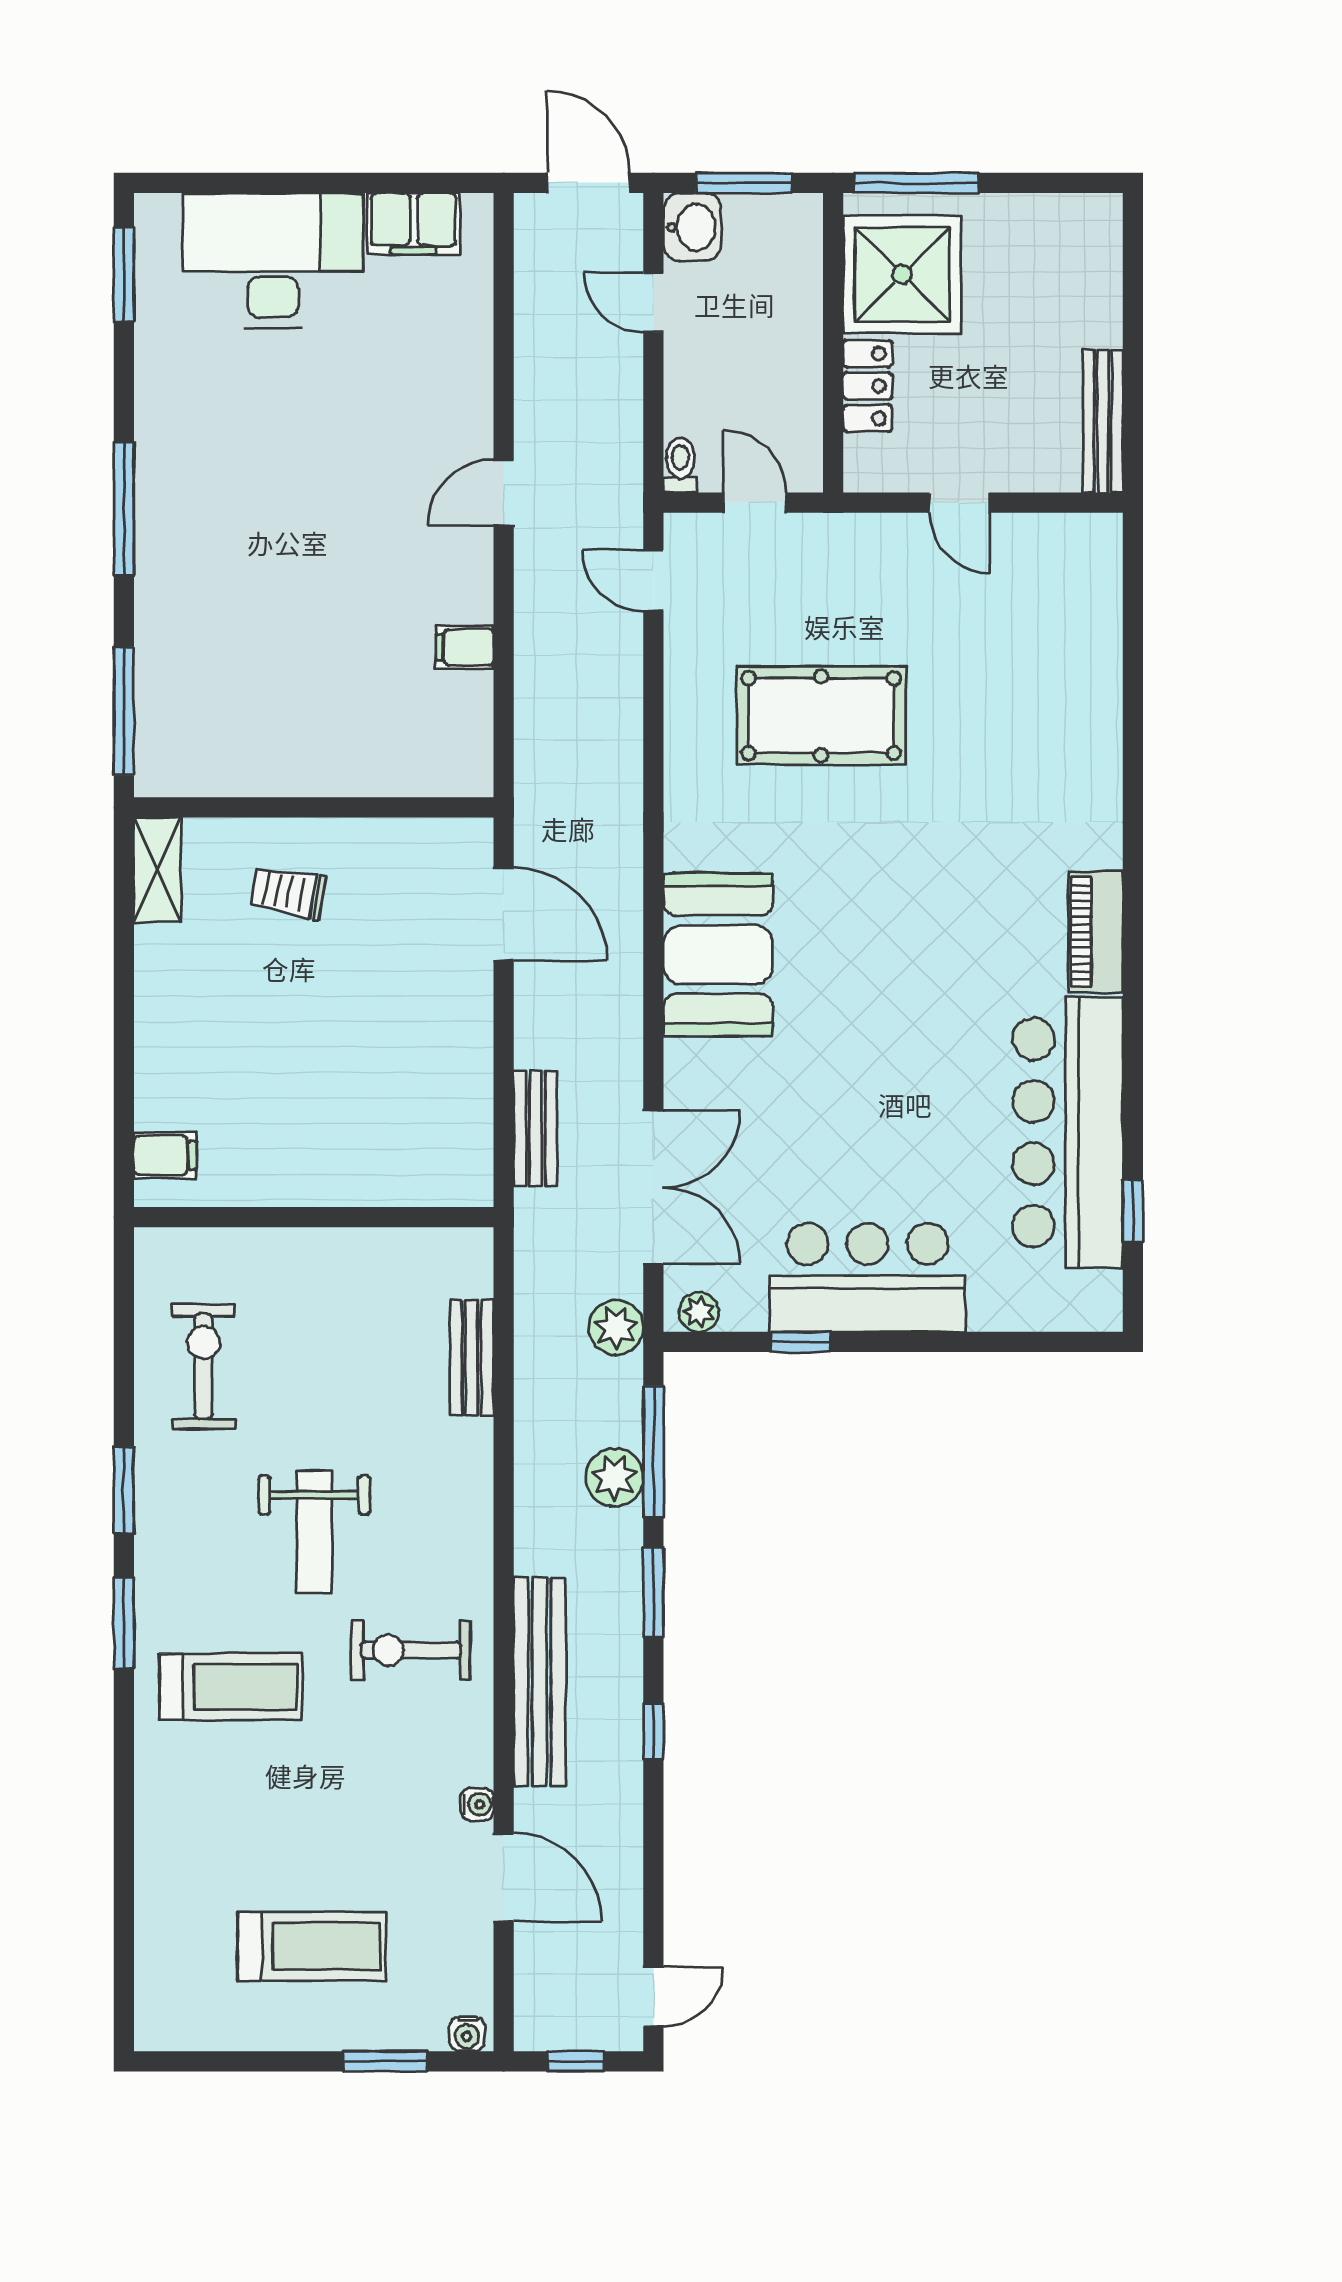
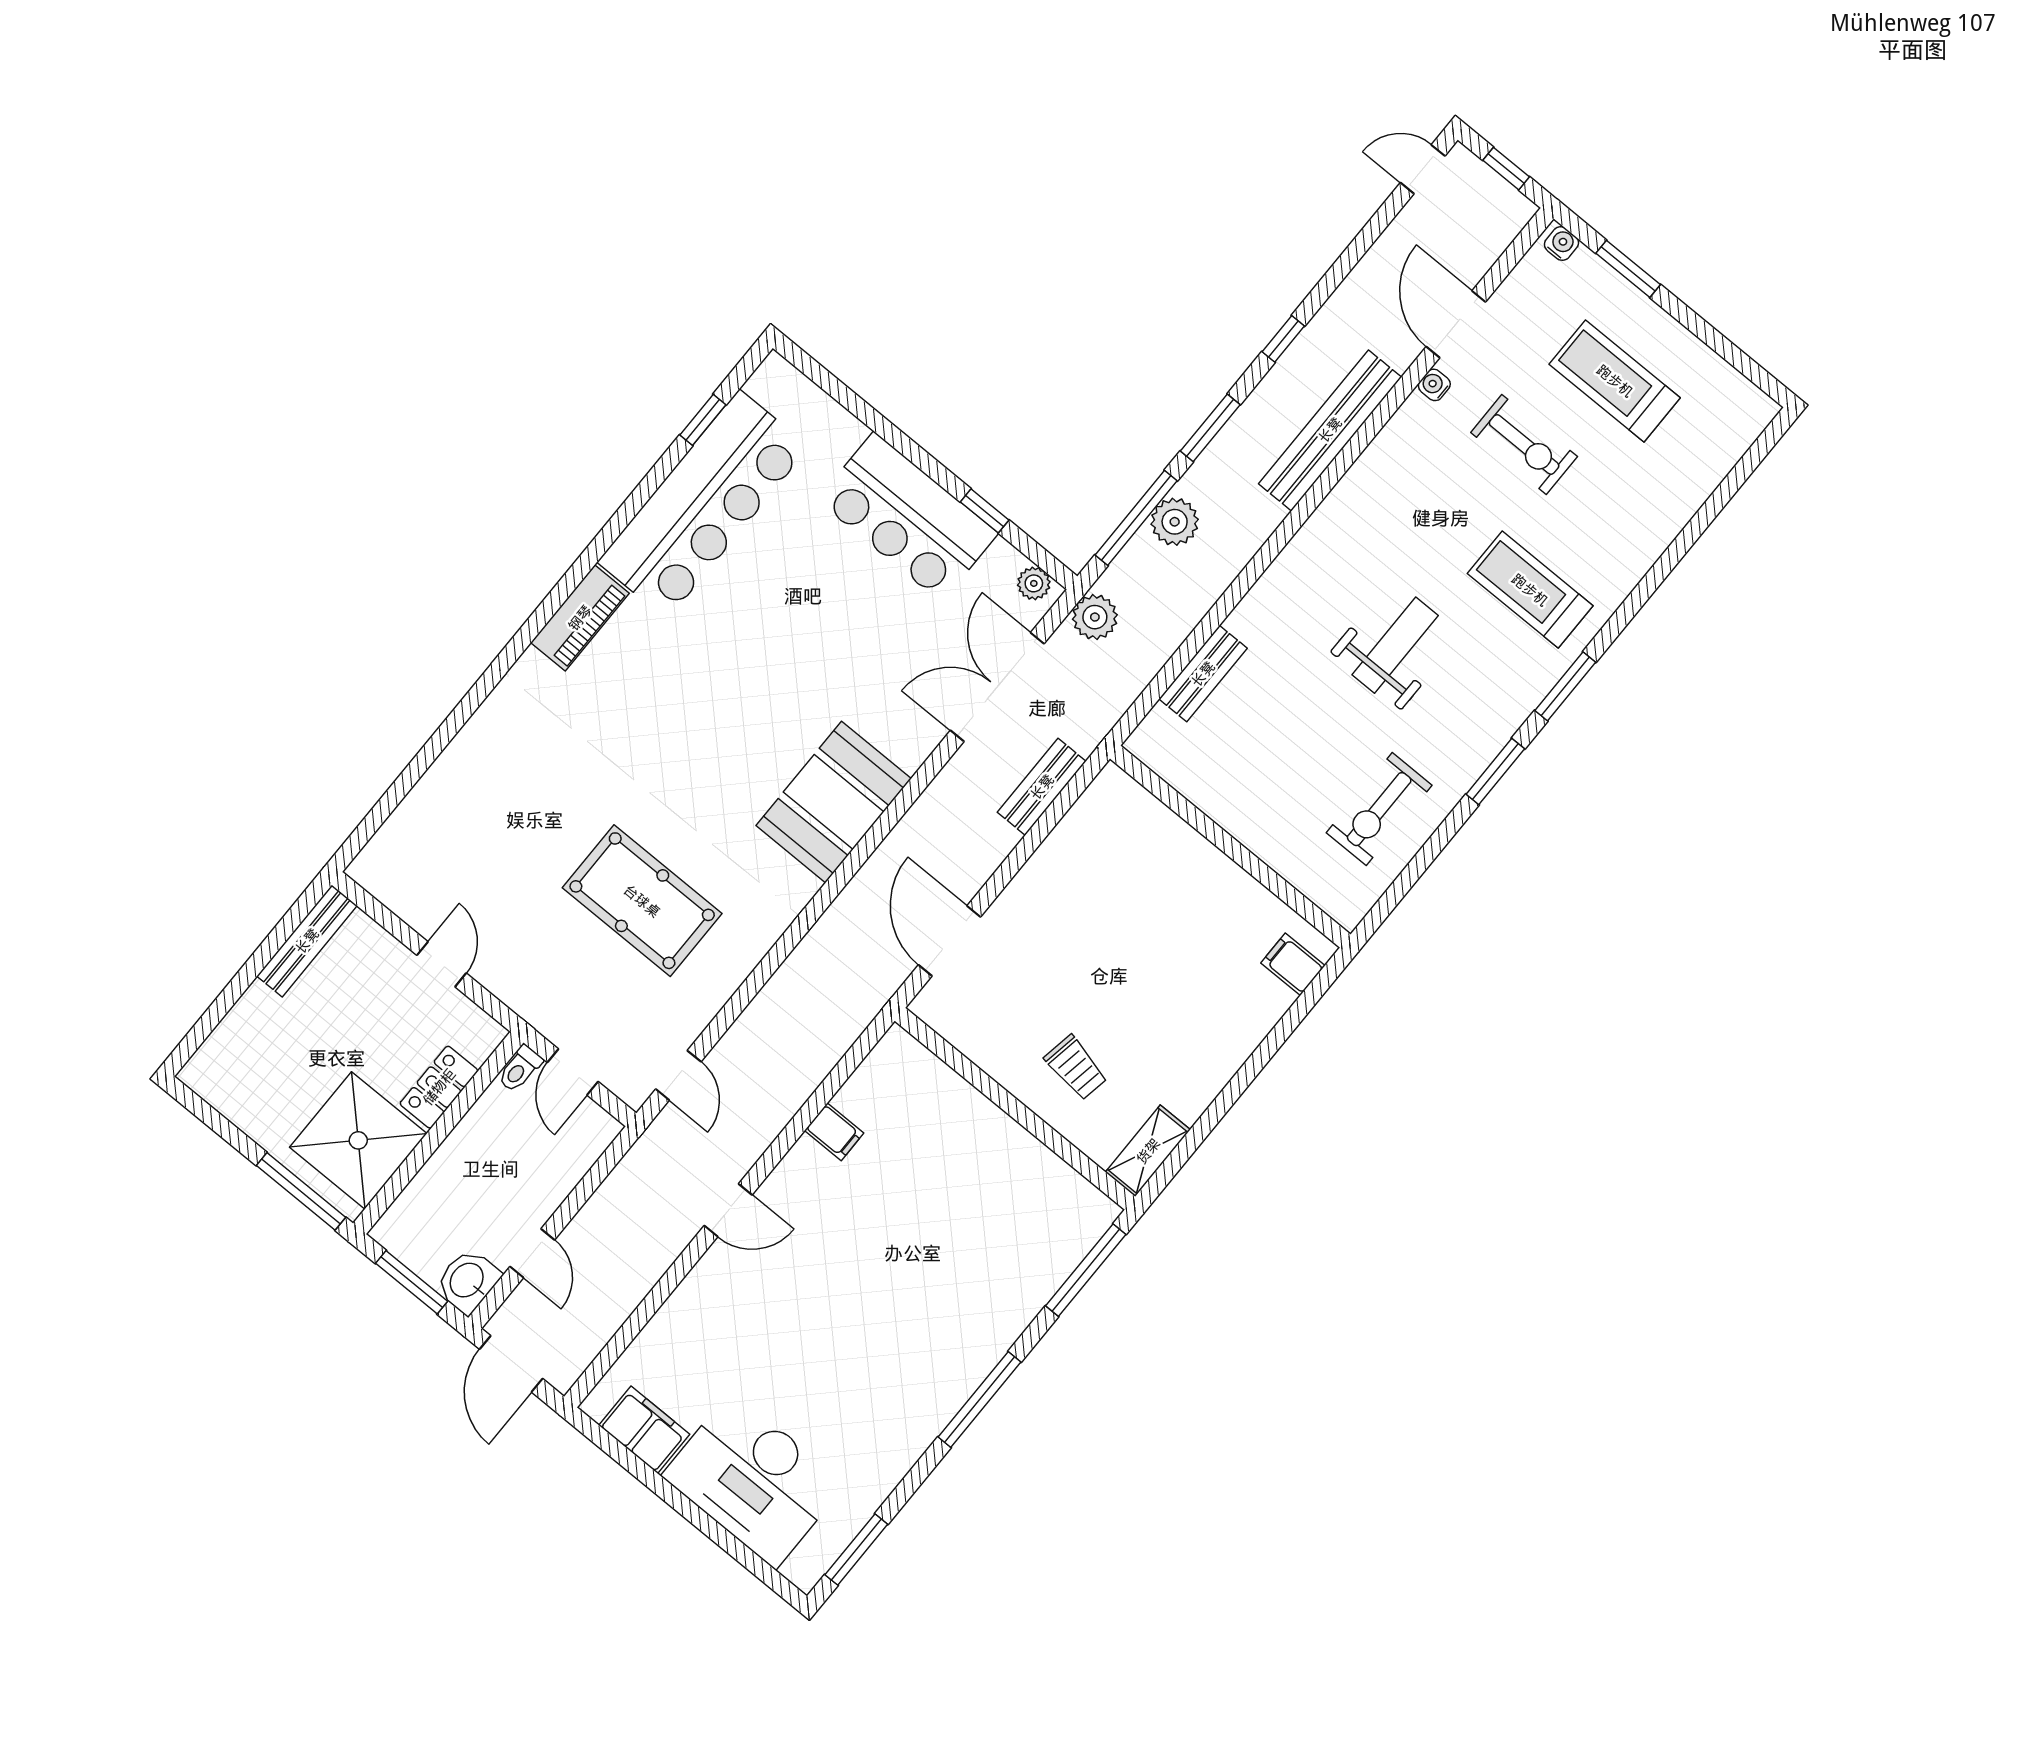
toilet: (680, 465) -> (520, 1069), moved
exercise bike: (411, 1650) -> (1524, 444), moved

